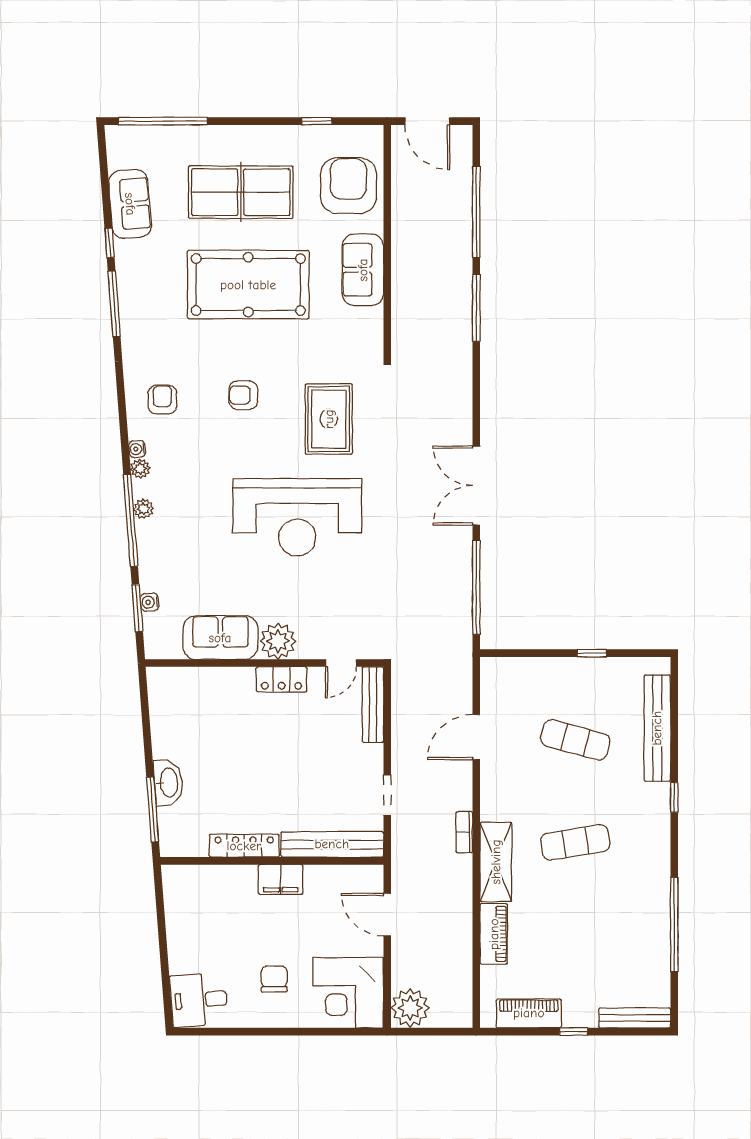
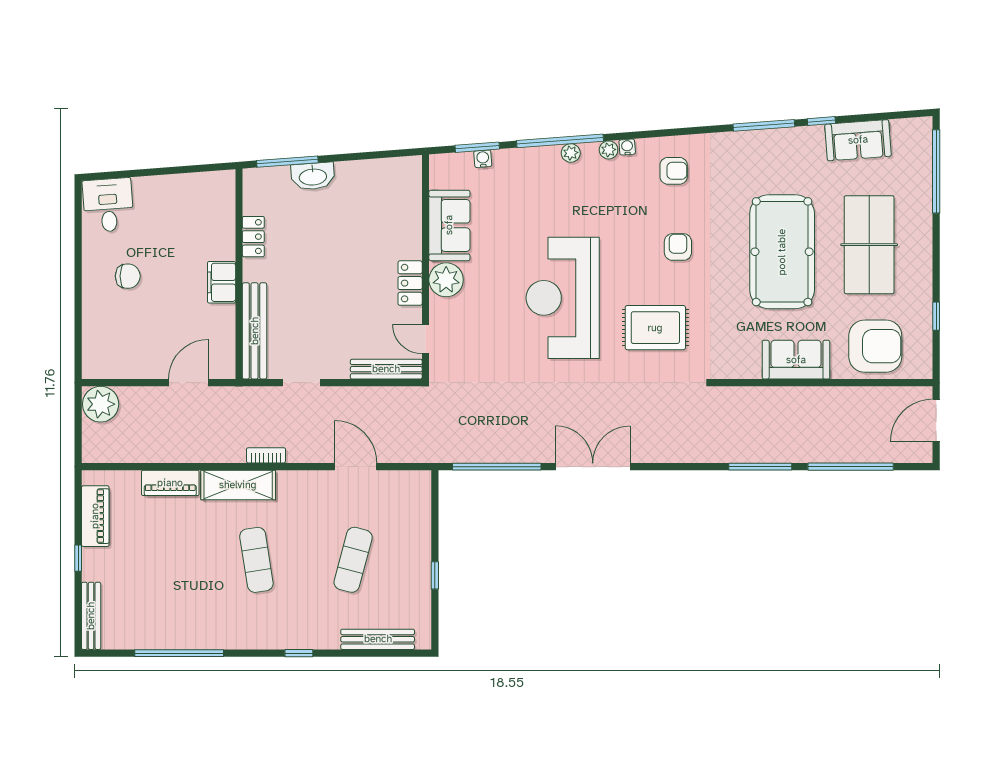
bench: (657, 728) -> (378, 639), width x0.73, depth x0.82
locker: (244, 846) -> (253, 237), width x0.66
corner desk: (348, 993) -> (115, 346), removed

